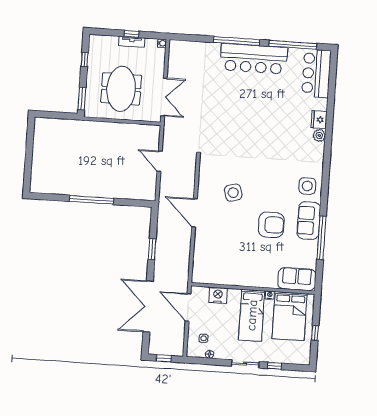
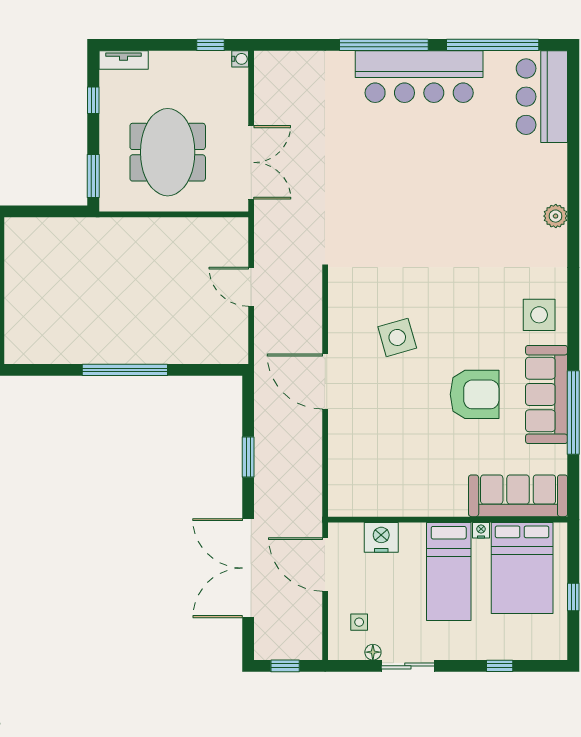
window: (132, 34) -> (210, 45), moved
tv unit: (132, 42) -> (124, 60), moved
fridge: (319, 120) -> (553, 185), removed
sofa: (309, 221) -> (547, 394), width x1.36
sofa: (297, 279) -> (518, 496), width x1.36
sliding door: (245, 364) -> (408, 666), moved

